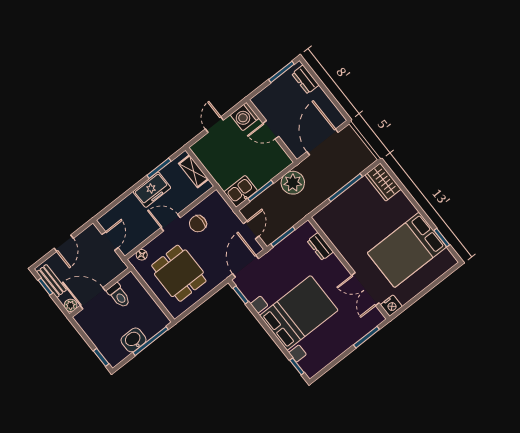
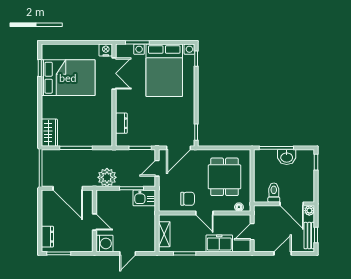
door: (323, 142) -> (68, 188), hinge flipped
freezer: (152, 190) -> (219, 243), moved
bed with nightstands: (299, 313) -> (164, 70), moved, turned -90

